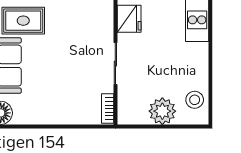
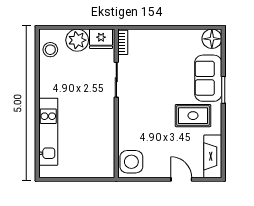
fridge: (129, 19) -> (101, 39), moved, turned -90

